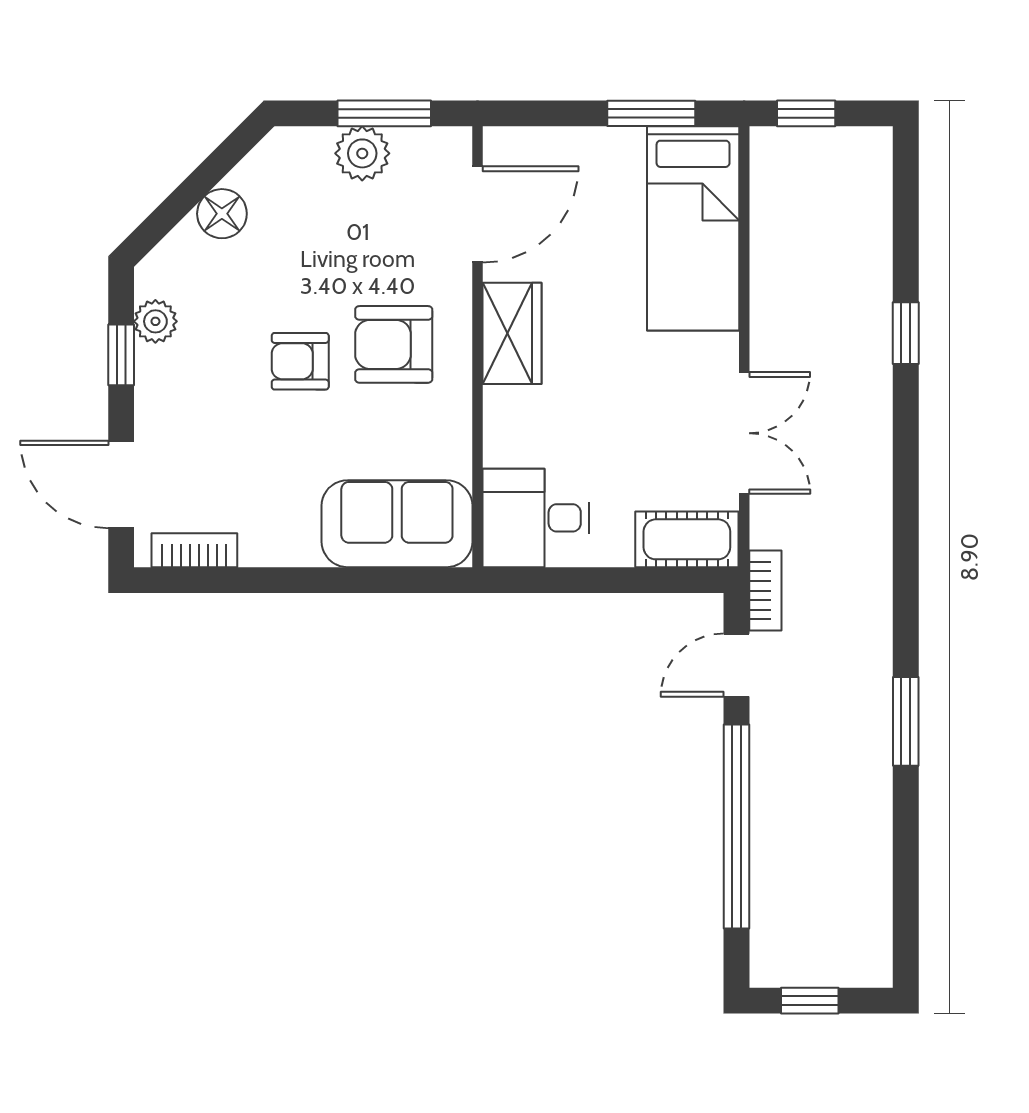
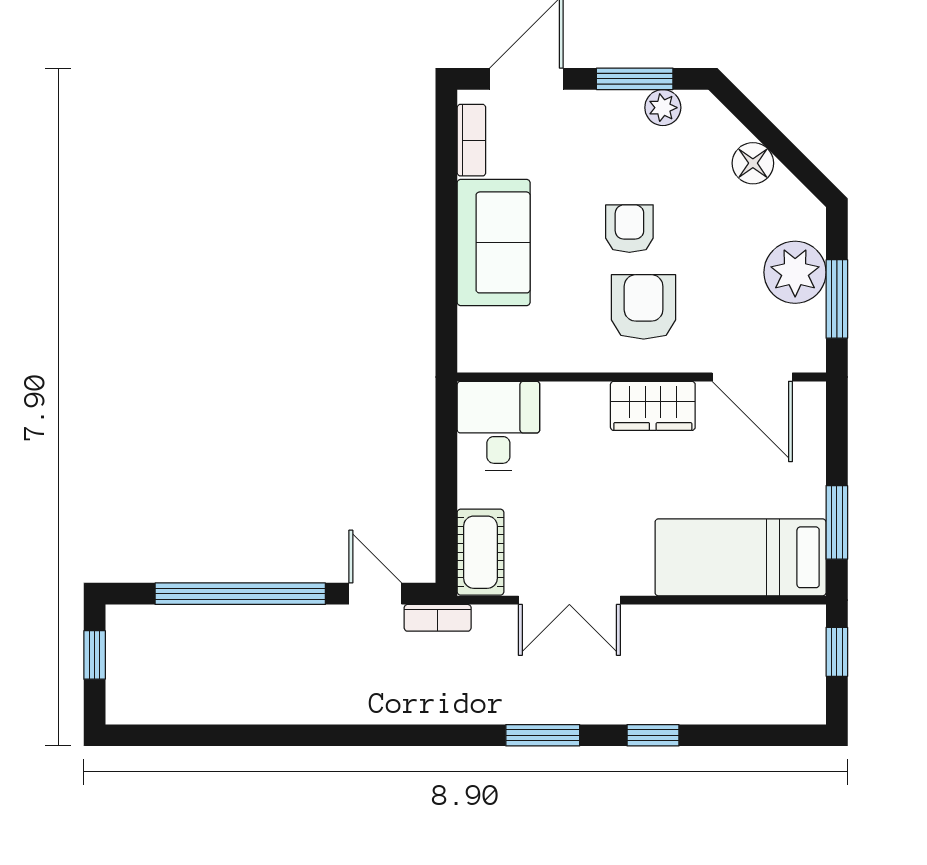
plant: (362, 153) -> (795, 272), width x1.36, depth x1.36
window: (121, 355) -> (635, 79), width x1.50
sofa: (397, 524) -> (494, 242), moved
window: (906, 721) -> (543, 735), moved

